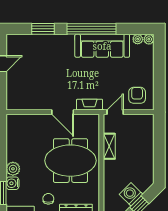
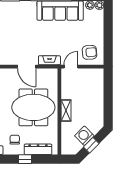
armchair: (137, 95) -> (89, 52), turned 85
shelving: (109, 146) -> (66, 110), moved

